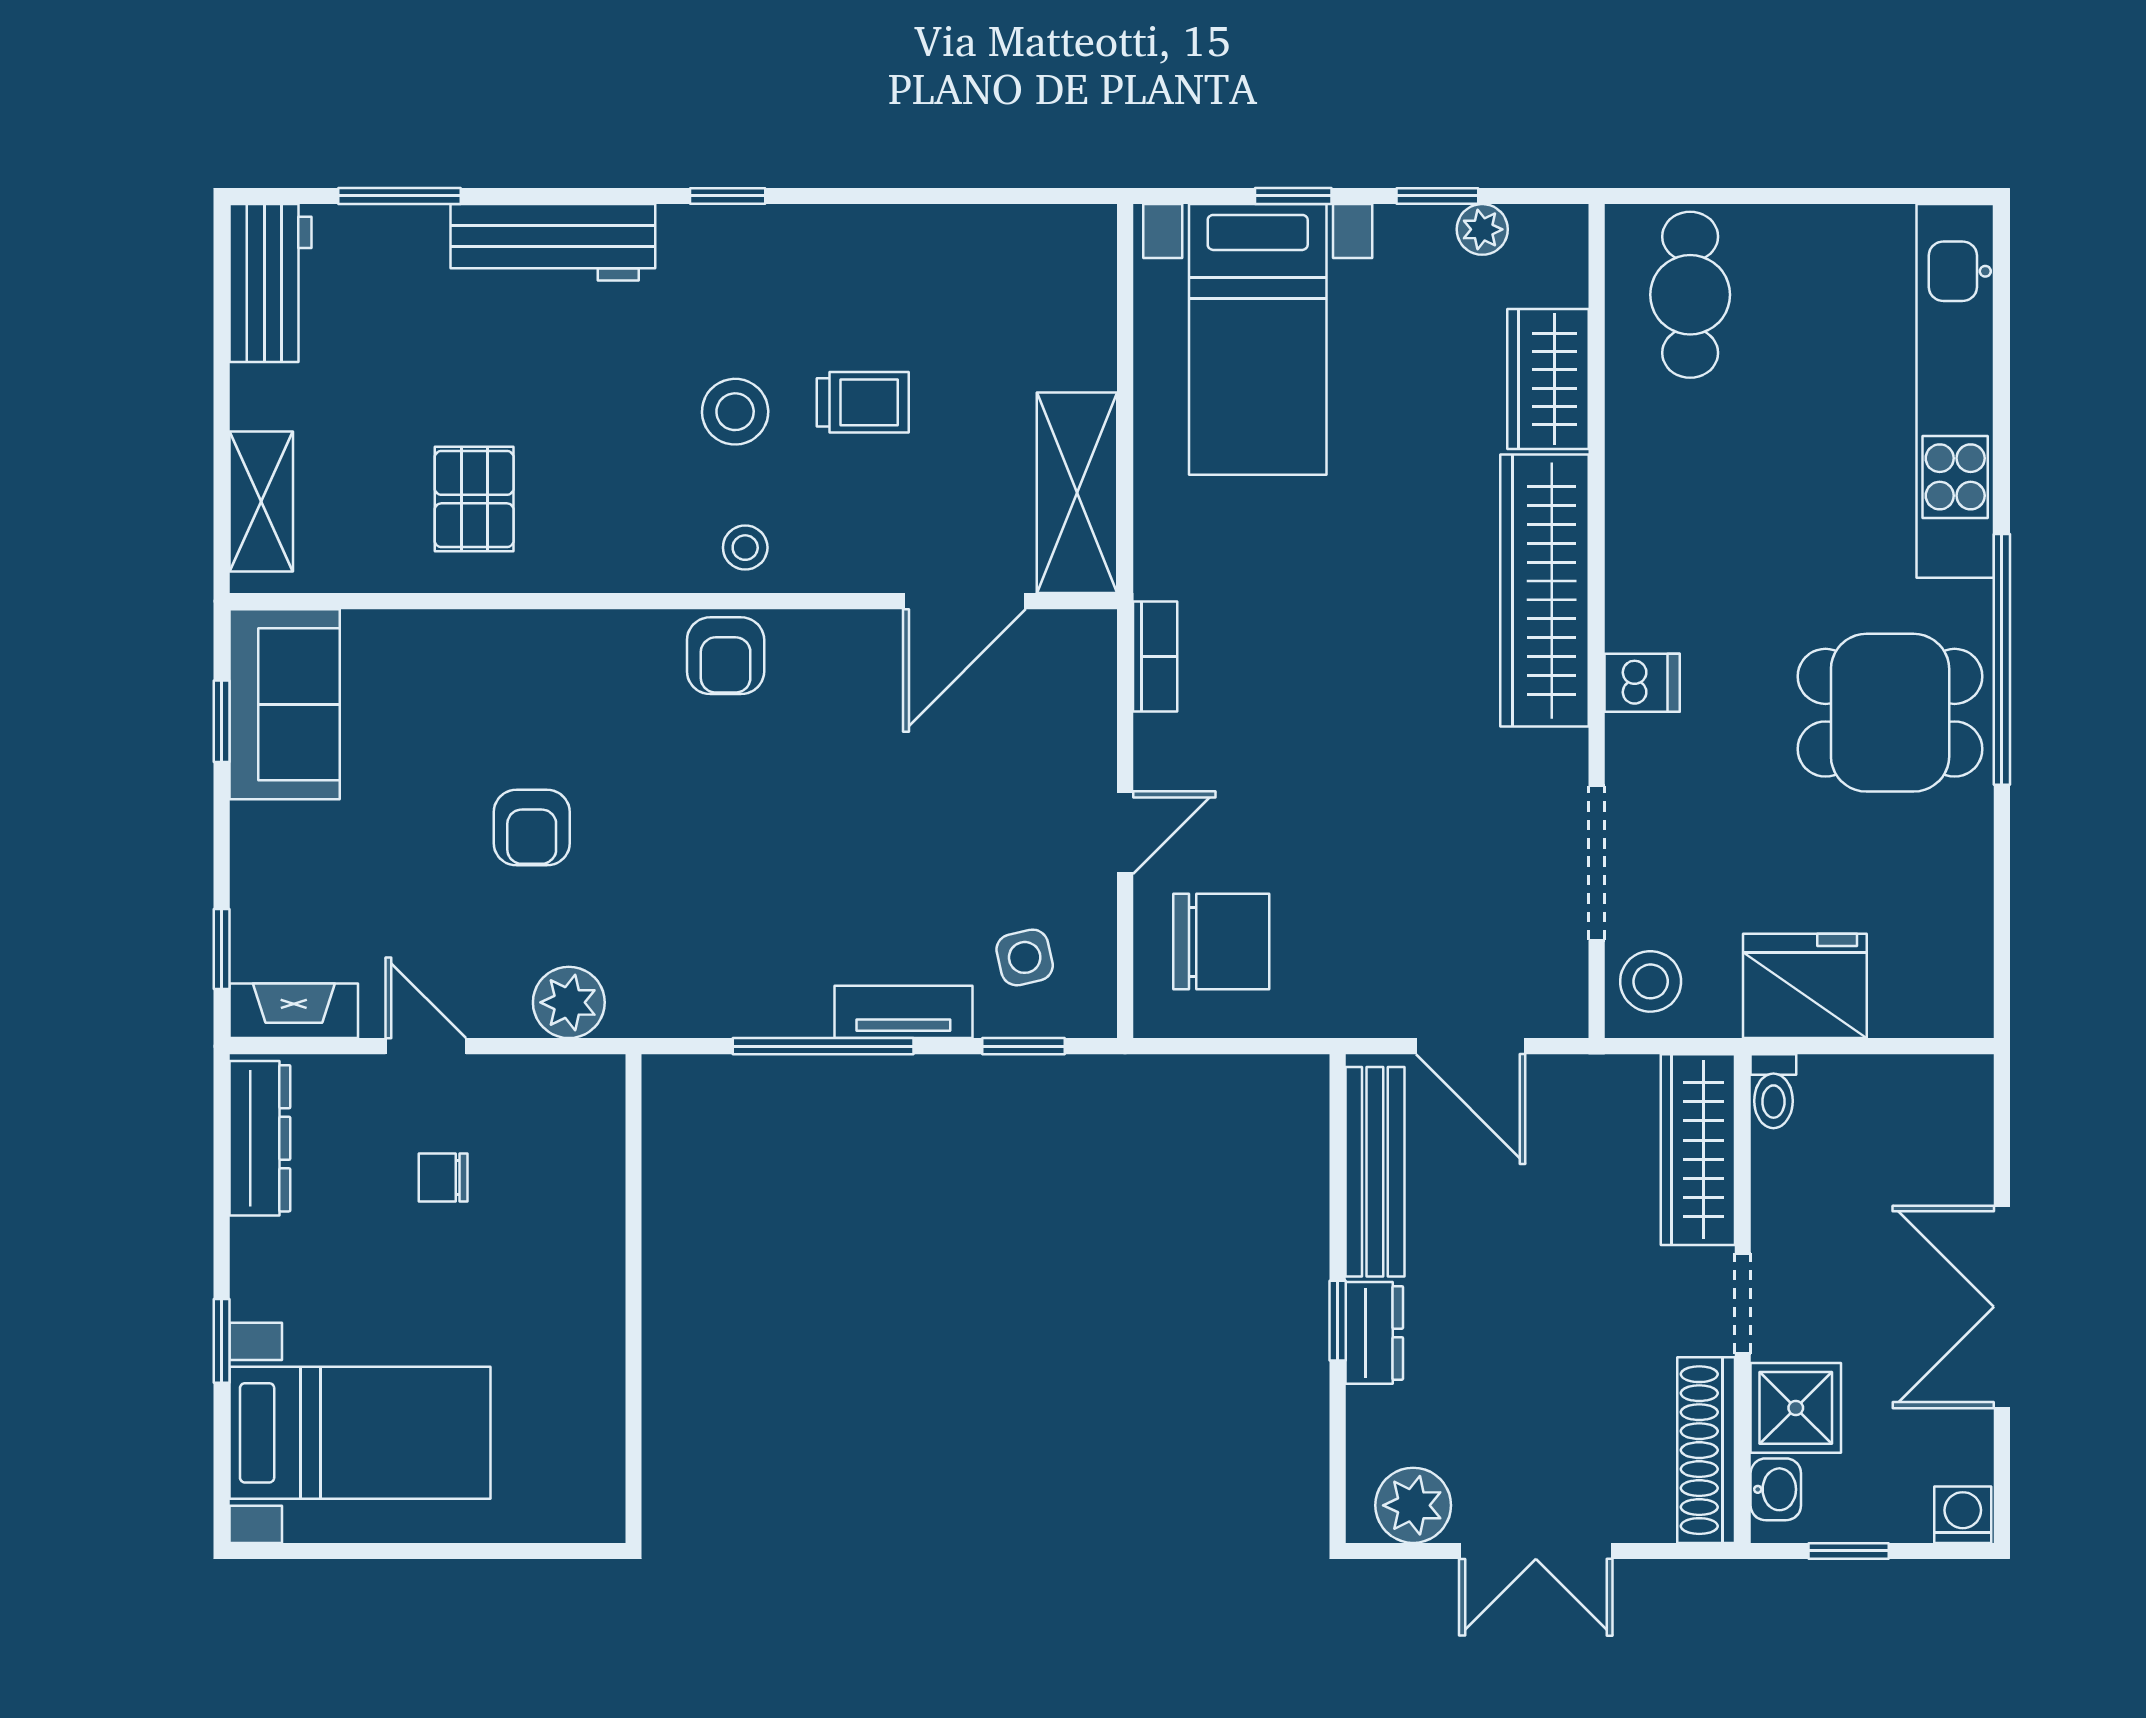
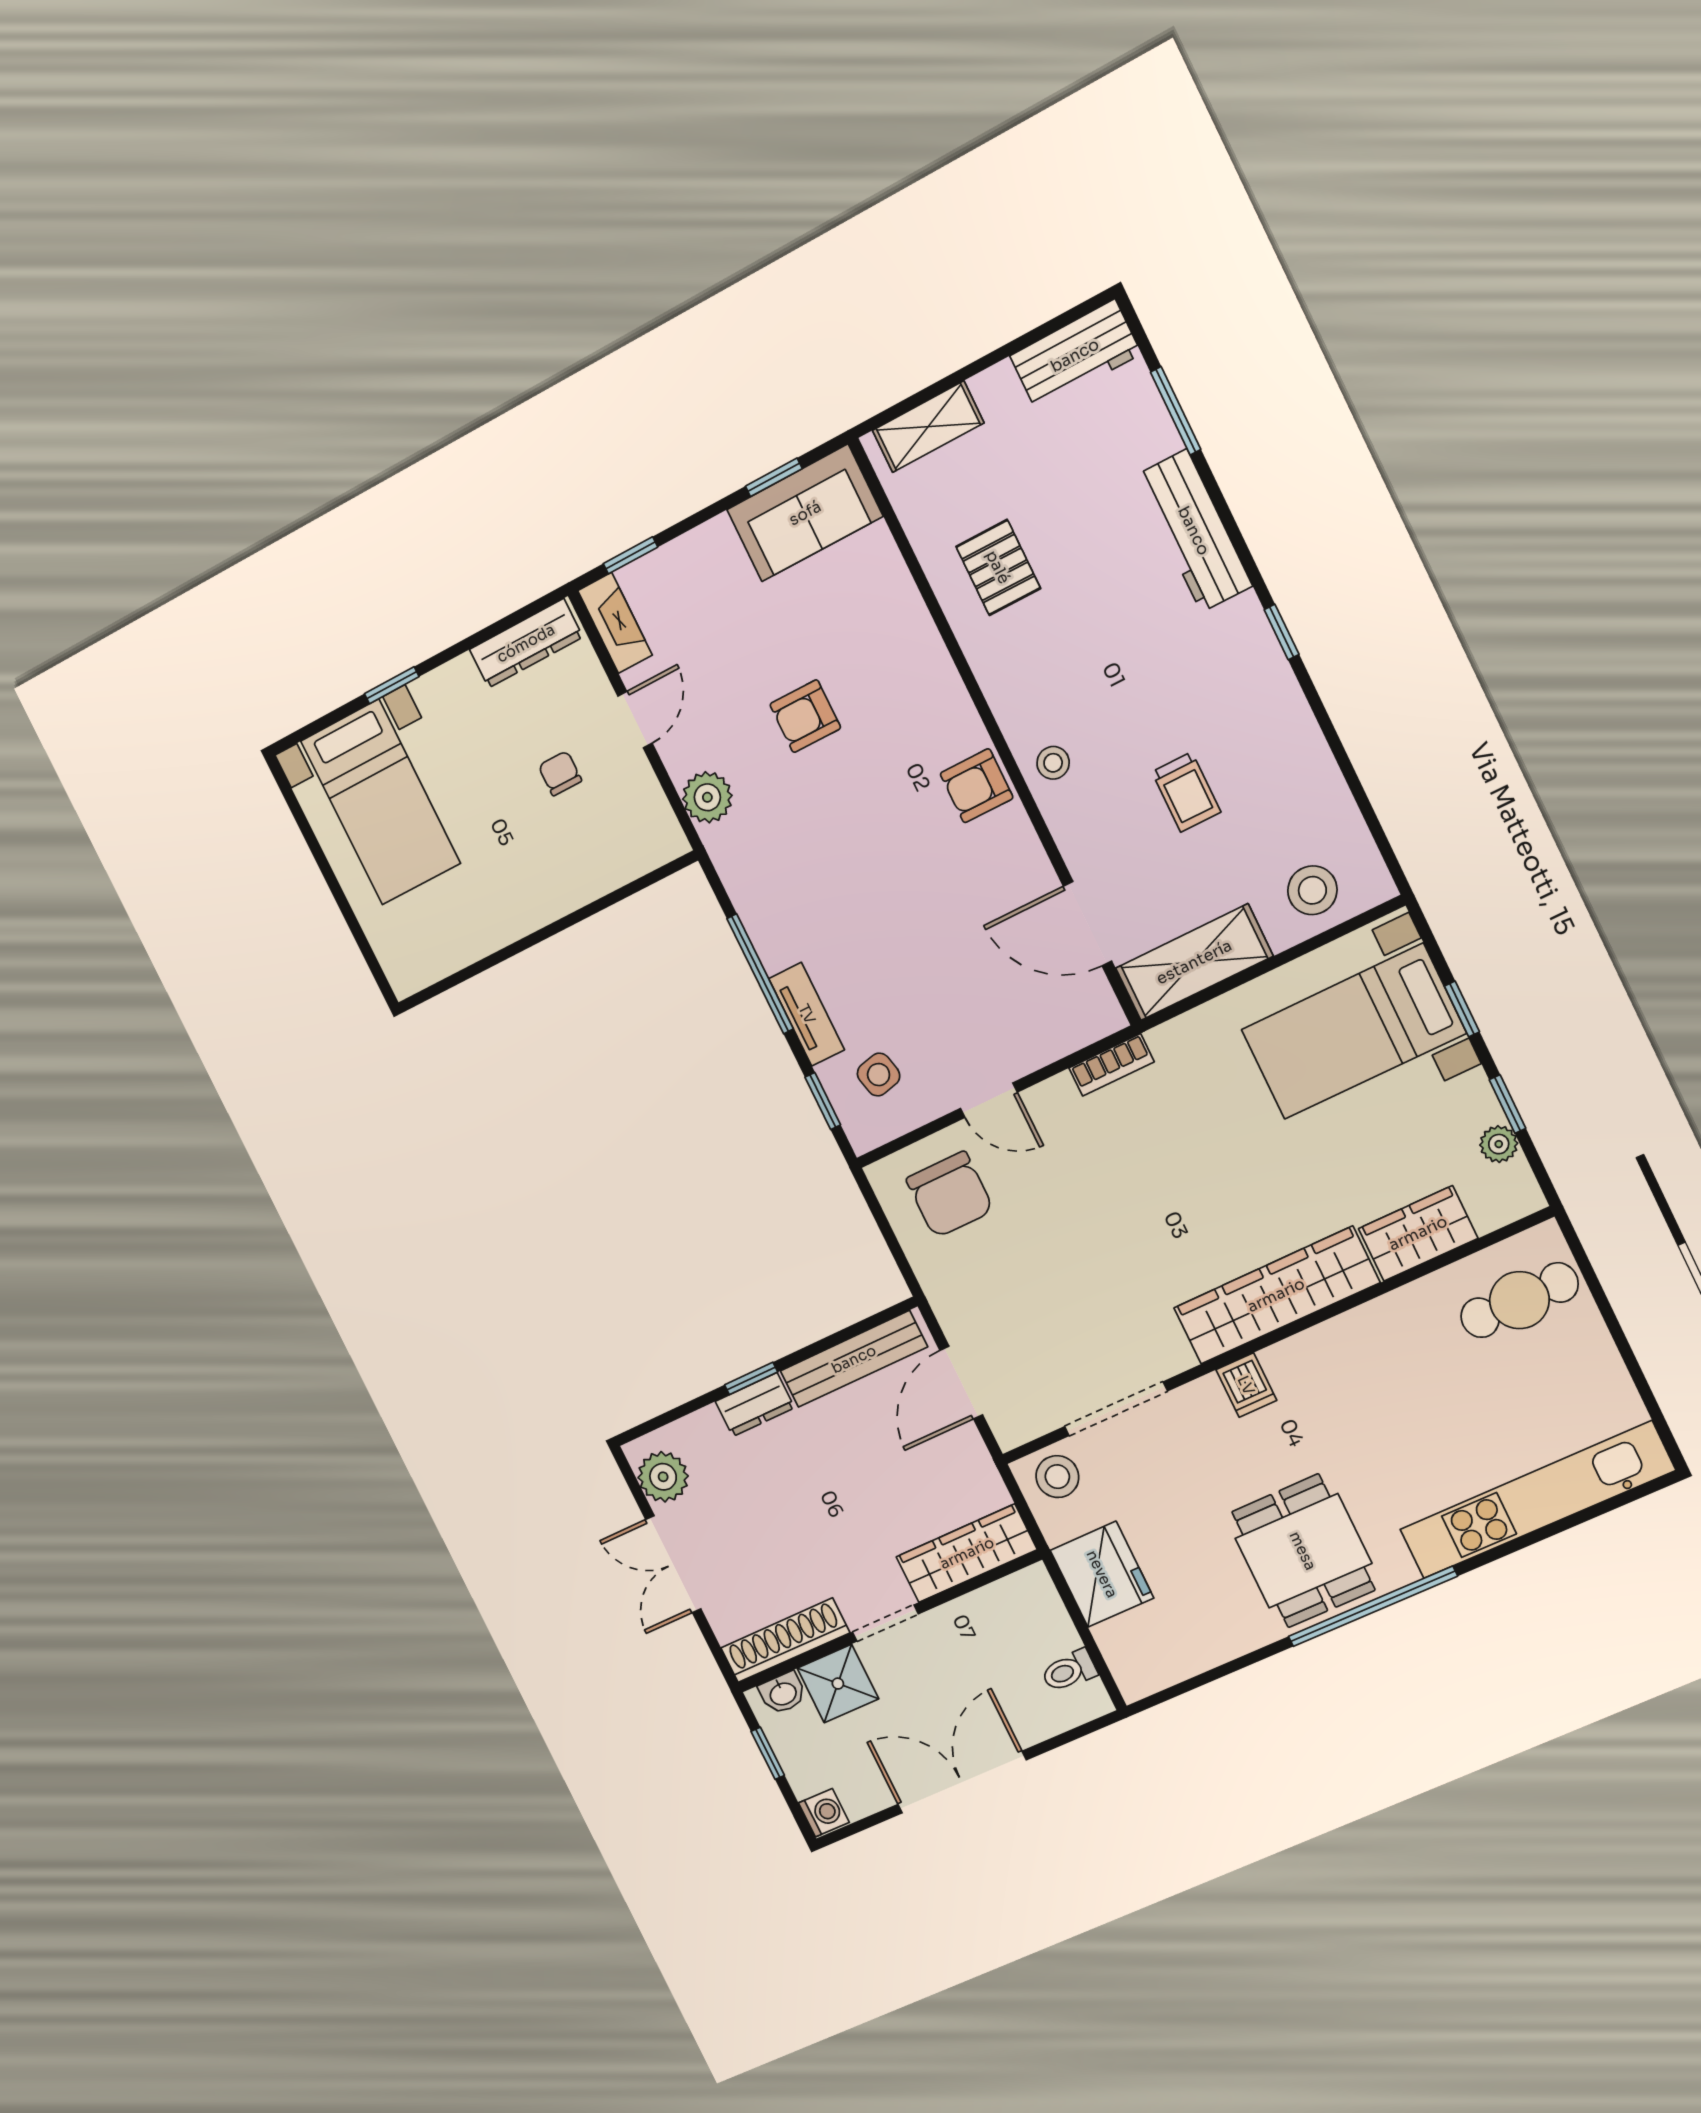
stool: (735, 412) -> (1312, 890), moved
pallet: (474, 499) -> (998, 567), turned 90
toilet: (1773, 1091) -> (1069, 1671), moved

